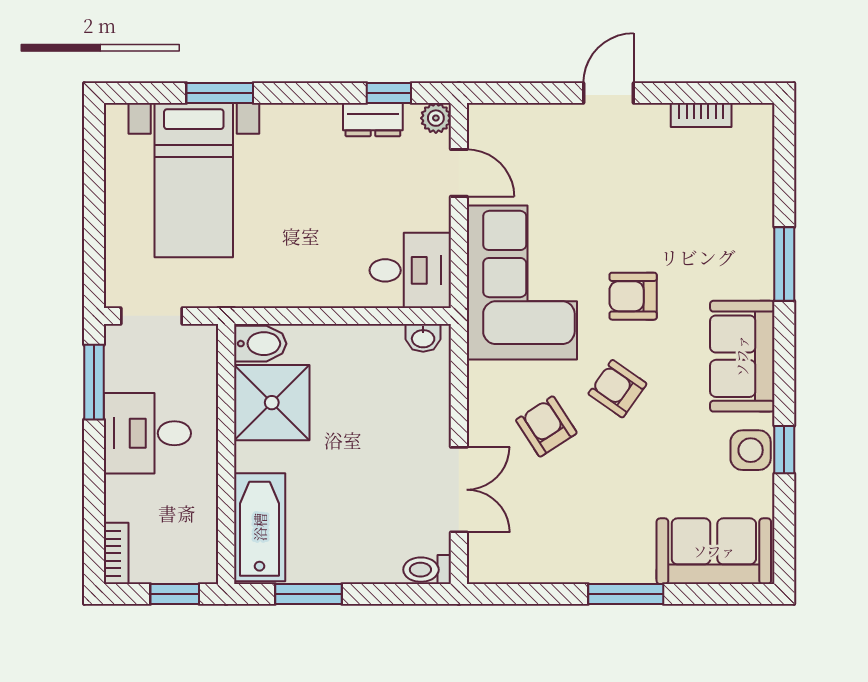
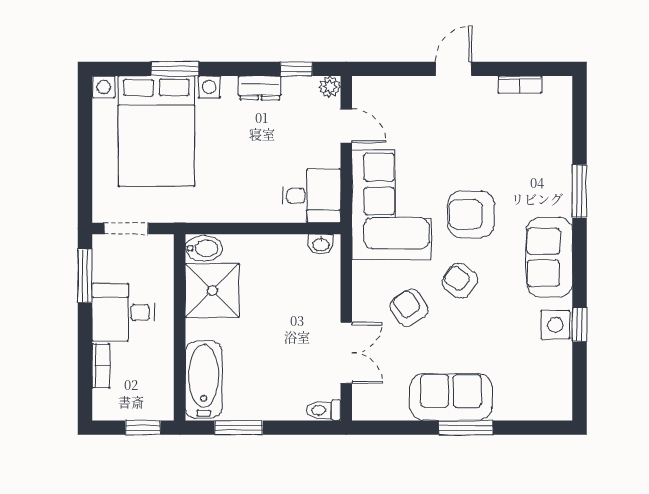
dresser: (373, 120) -> (260, 88), moved
bed with nightstands: (194, 180) -> (156, 131), width x1.36
armchair: (633, 296) -> (471, 214), width x1.38, depth x1.38
sofa: (714, 551) -> (451, 397), moved
bookcase: (116, 553) -> (101, 366), moved

